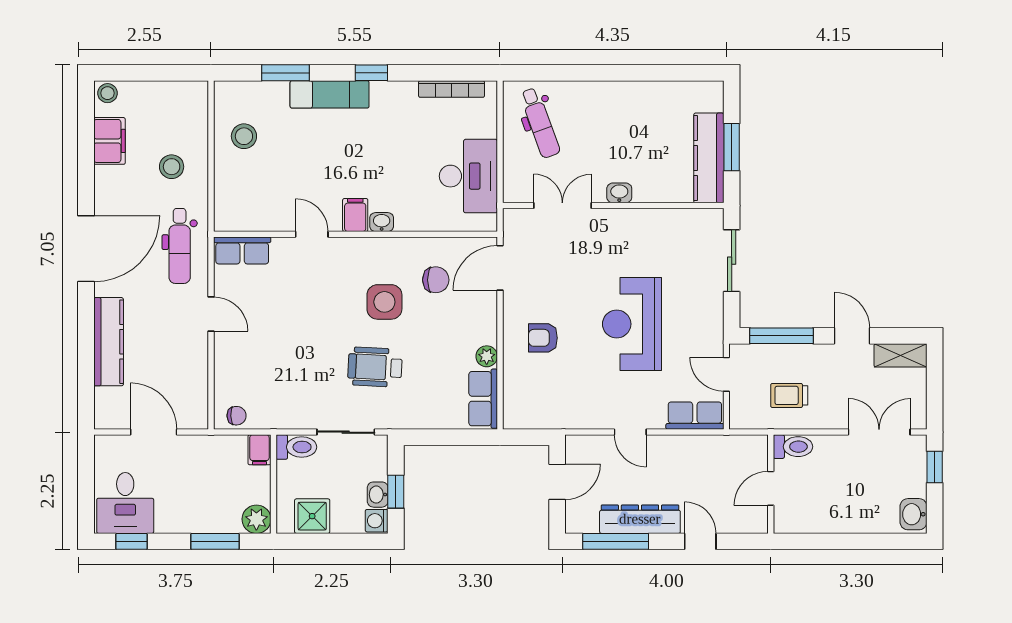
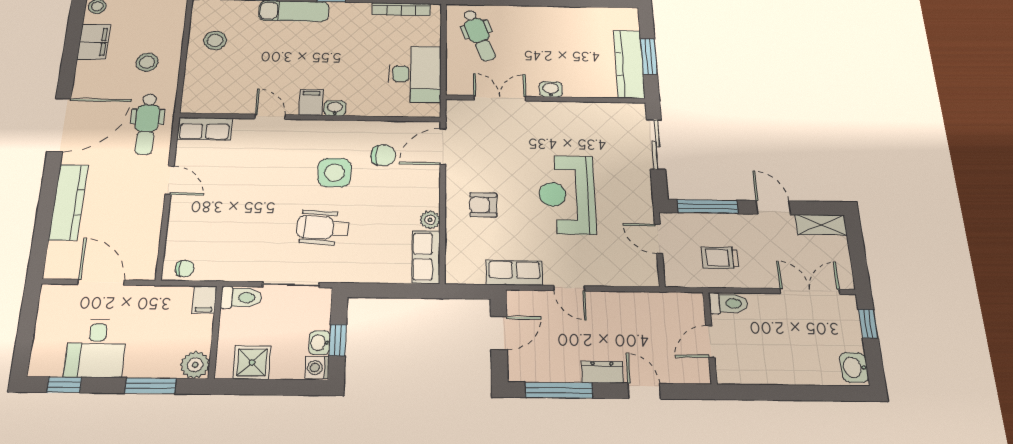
row of seats: (695, 416) -> (514, 273), moved
desk: (125, 503) -> (96, 348), moved
dresser: (640, 519) -> (602, 372), width x0.51, depth x0.80

